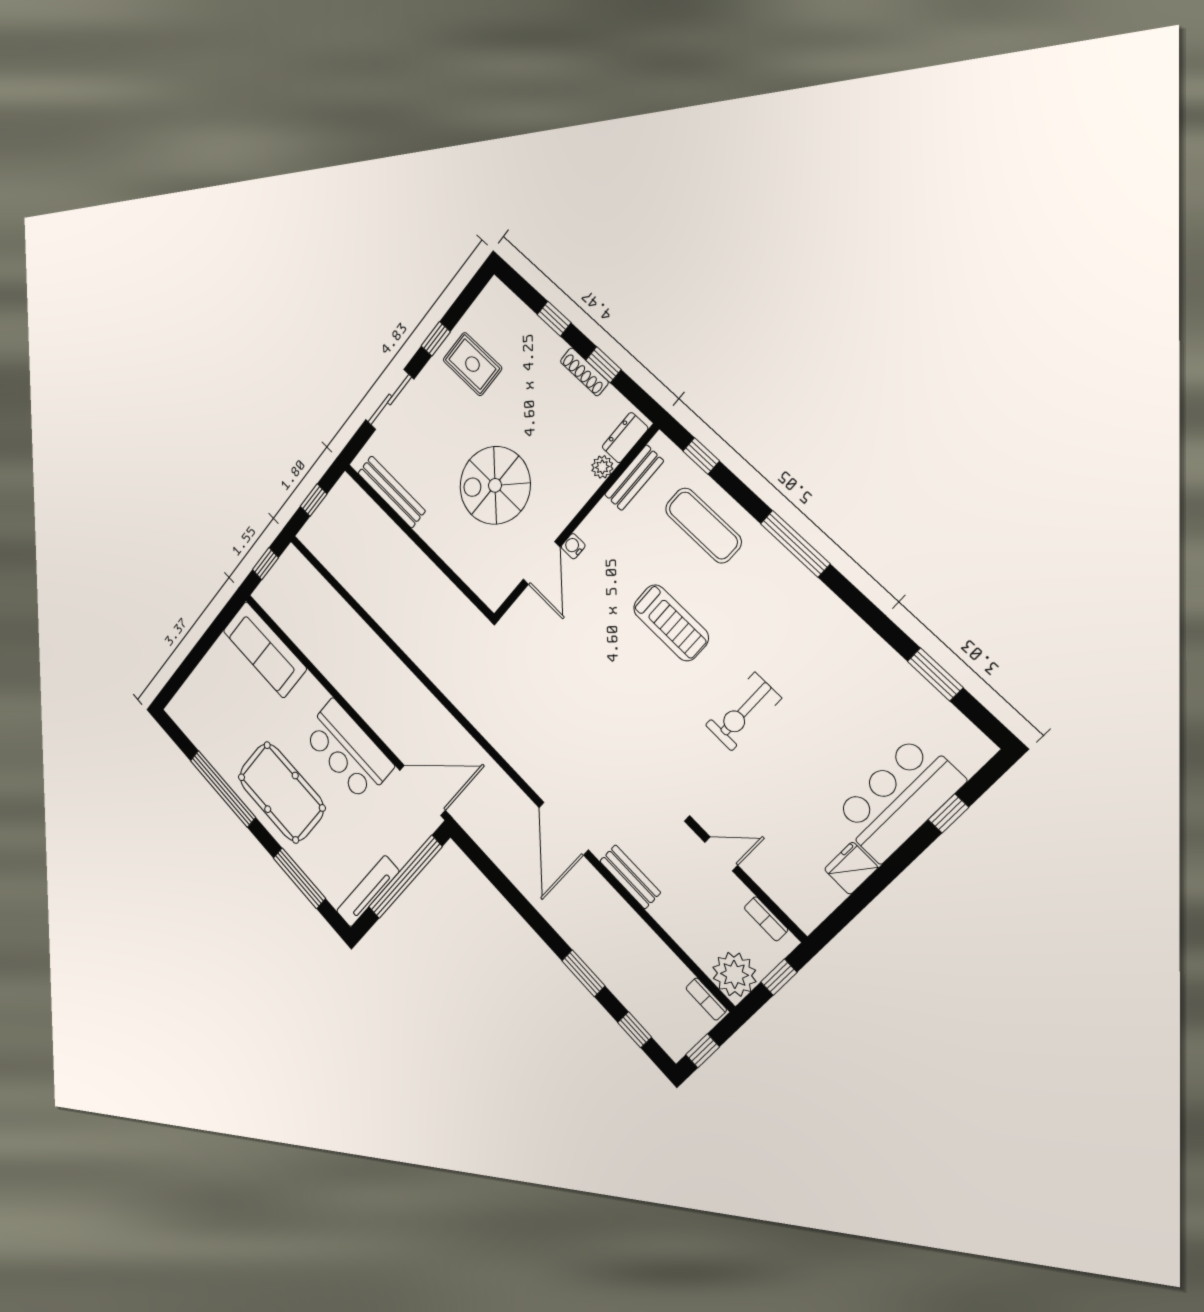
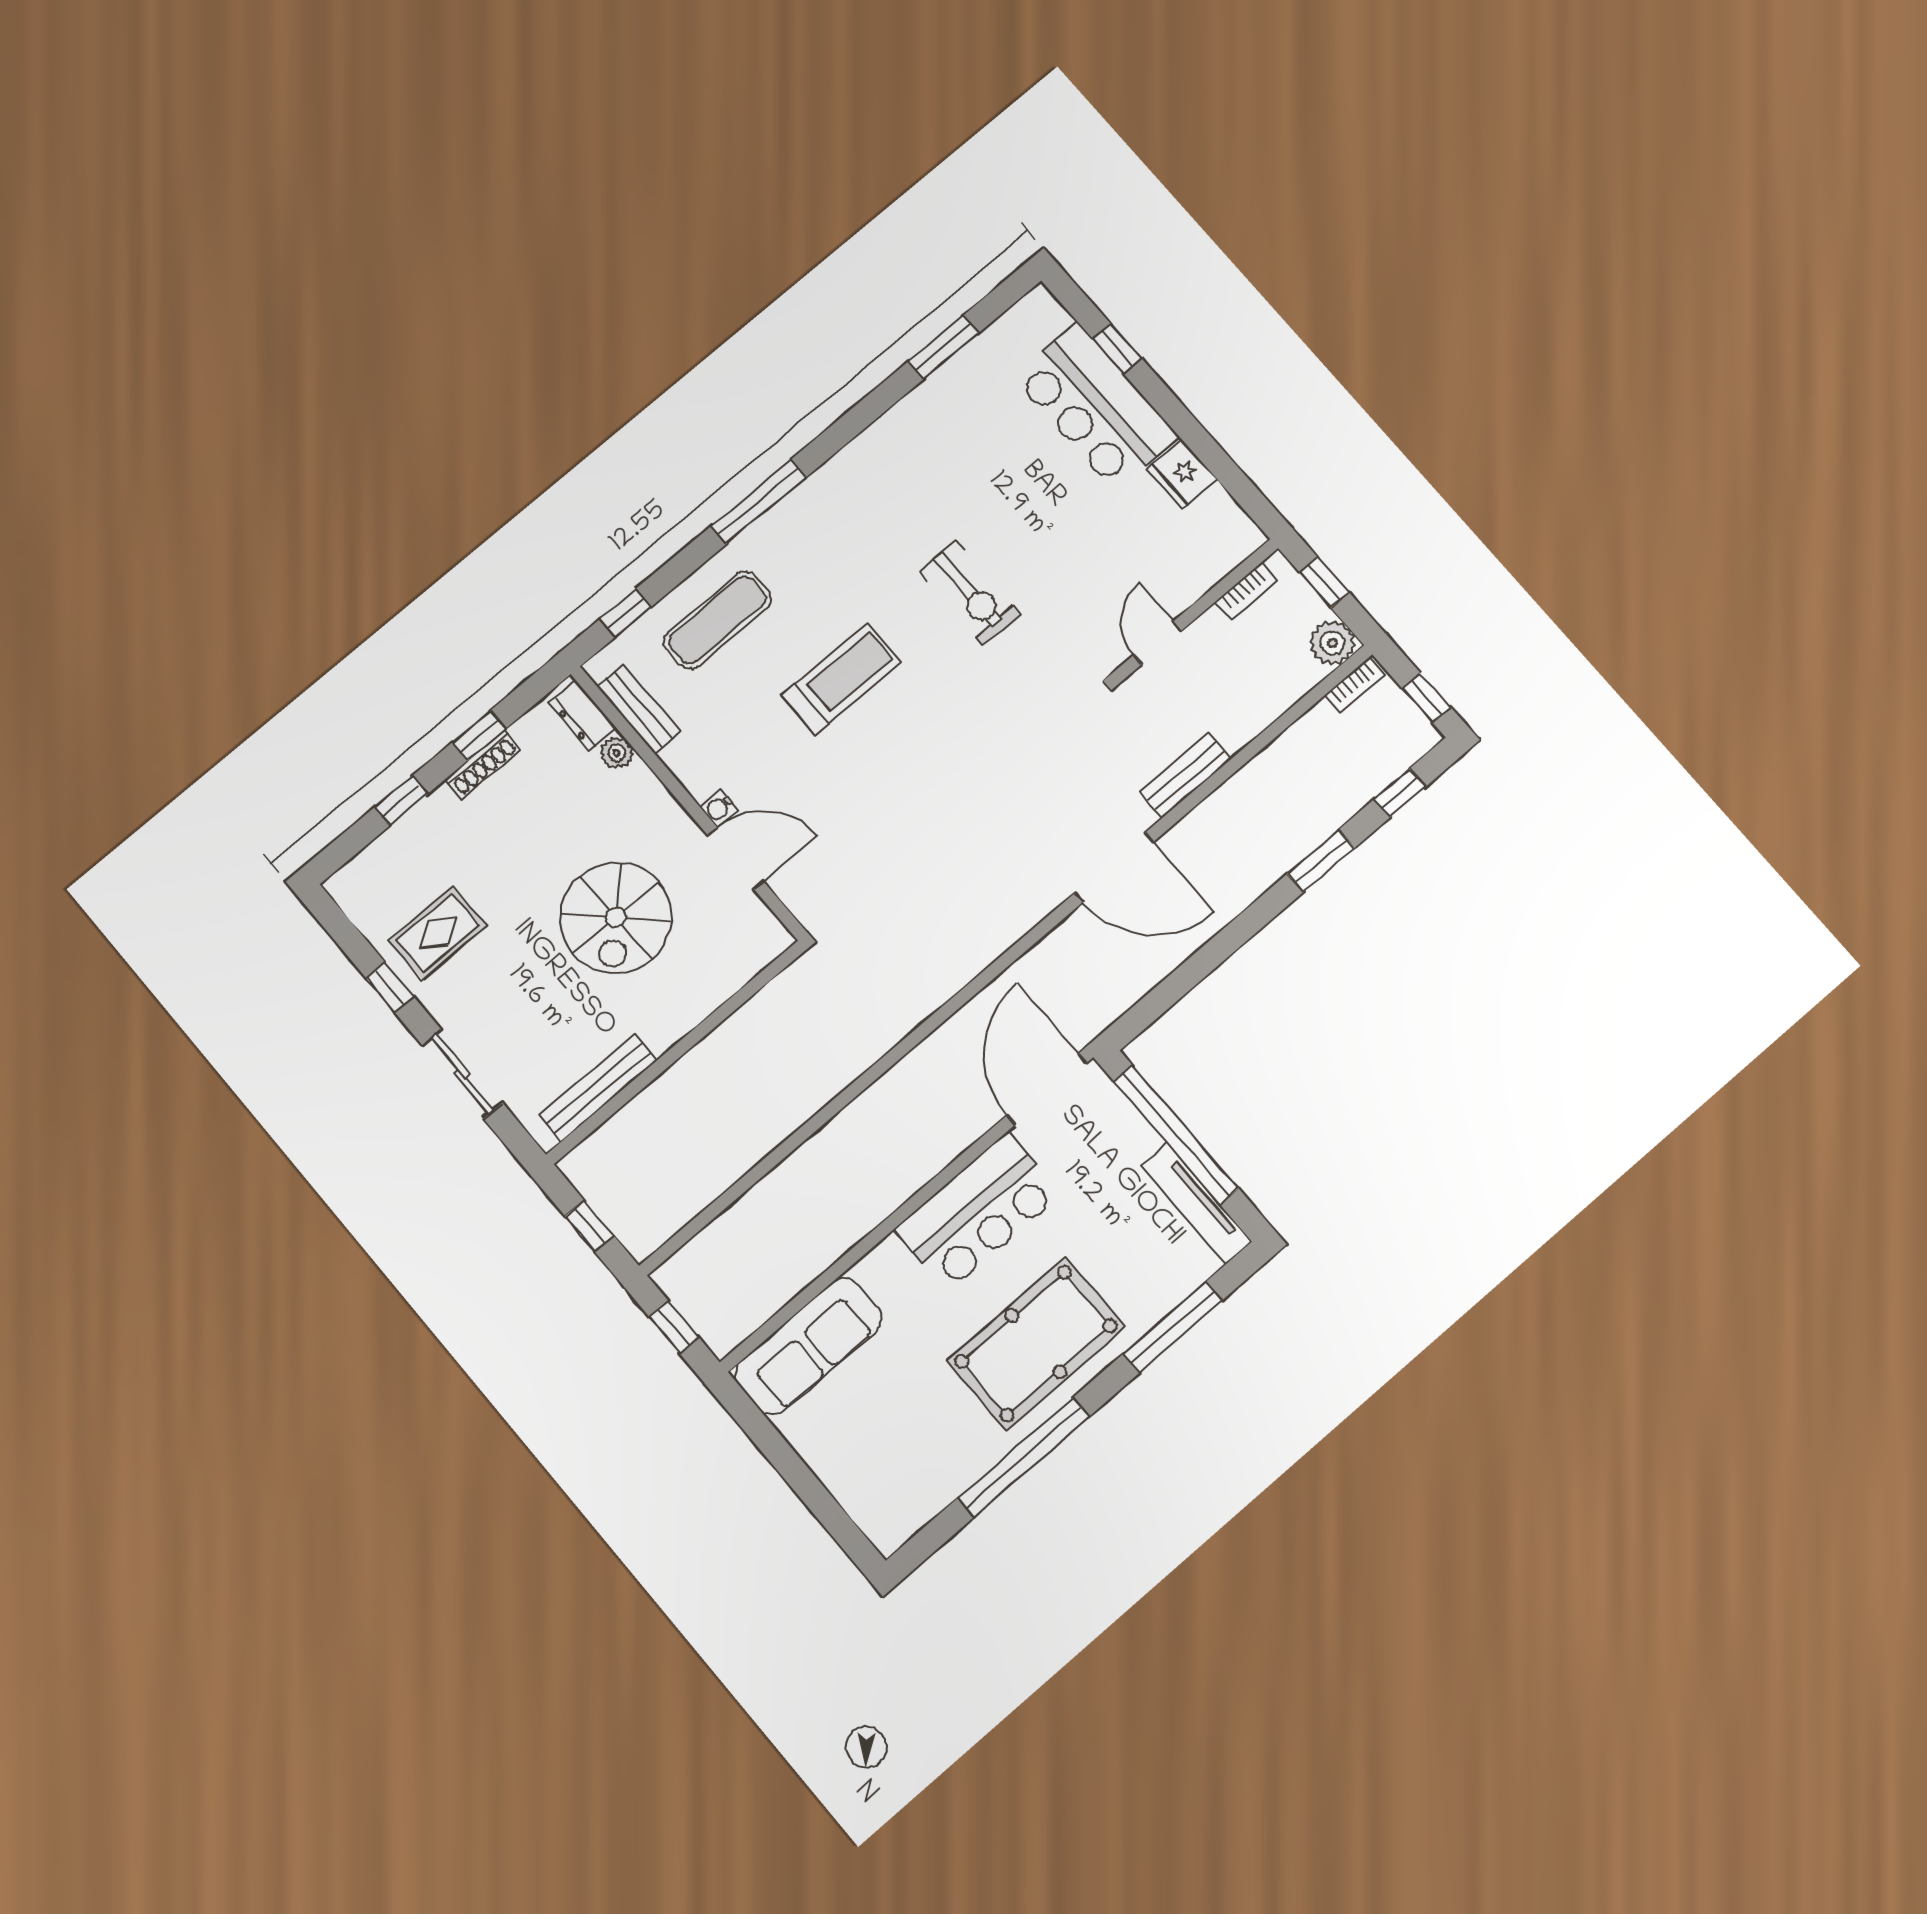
plant: (734, 974) -> (1333, 643), width x0.73, depth x0.73

